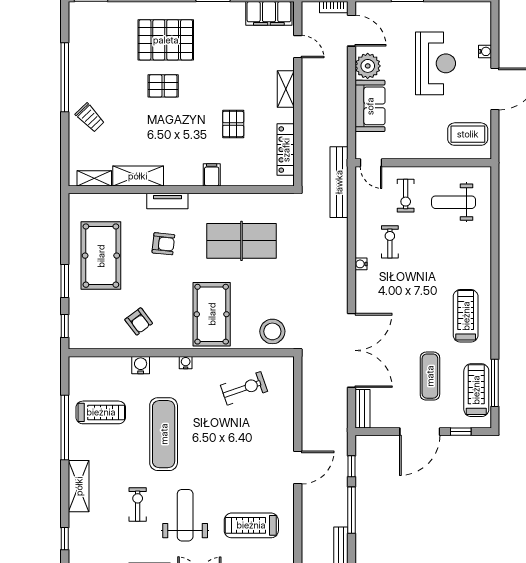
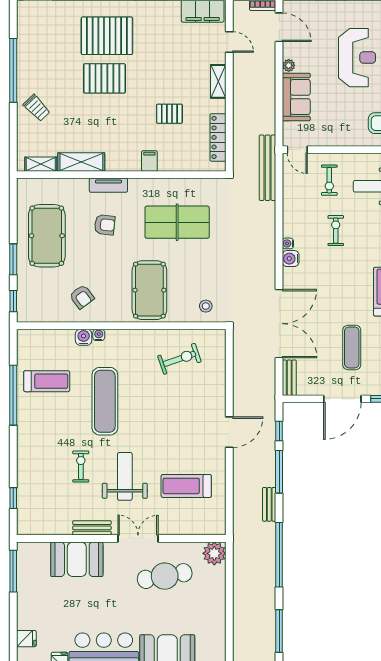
plant: (368, 66) -> (289, 65), width x0.53, depth x0.53
pallet: (163, 86) -> (104, 78), width x1.50, depth x1.42
pallet: (233, 124) -> (169, 114), turned 90
exercise bike: (390, 242) -> (336, 231), moved
water cooler: (364, 280) -> (291, 259), added
stool: (272, 331) -> (206, 306), width x0.53, depth x0.53
water cooler: (186, 363) -> (99, 335), moved
shelving: (79, 486) -> (26, 449), removed

